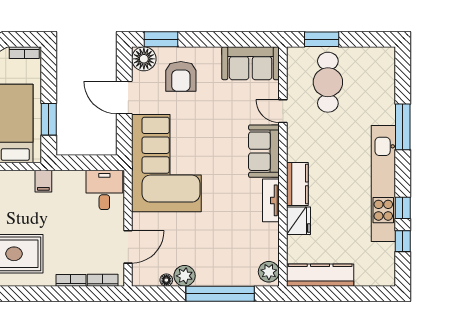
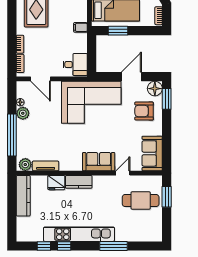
tv unit: (271, 200) -> (46, 166), moved

